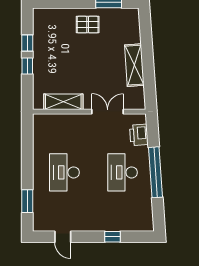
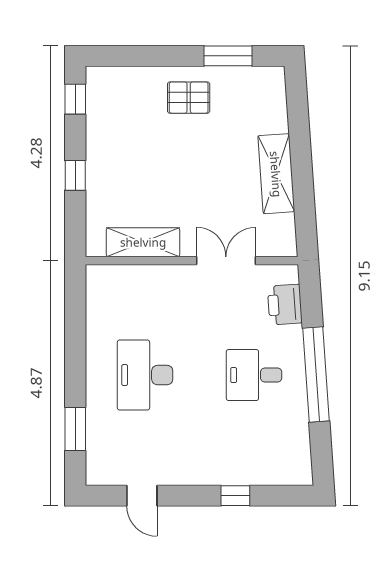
window: (27, 43) -> (75, 99), moved
desk: (122, 172) -> (254, 375), width x0.73

